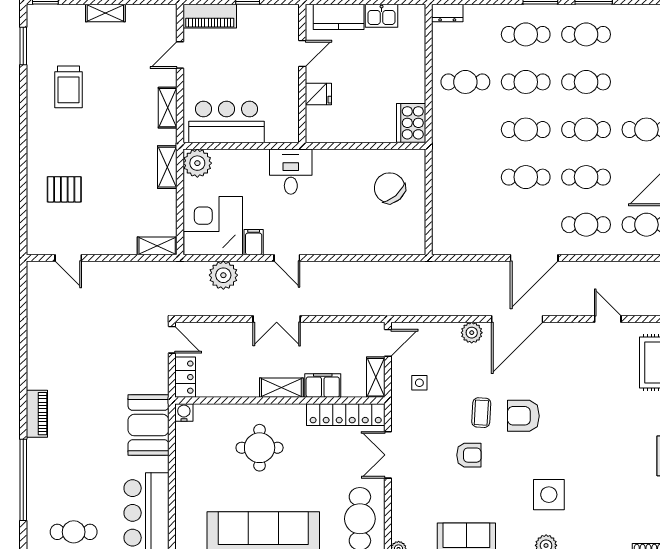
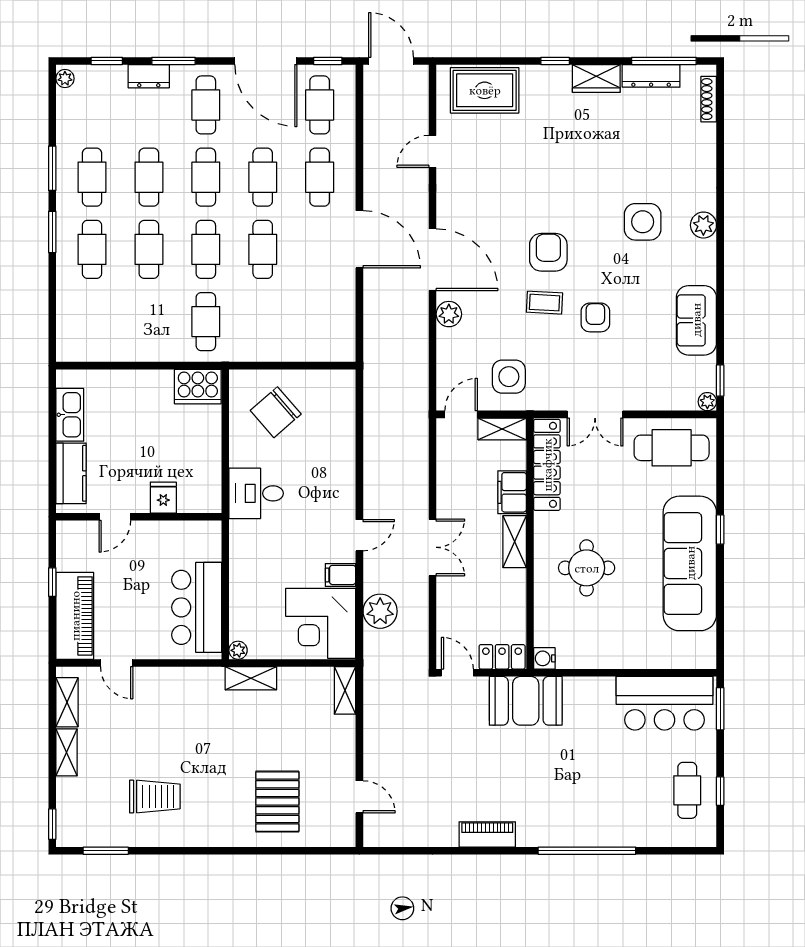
dresser: (447, 13) -> (66, 343), removed
piano: (210, 16) -> (75, 616), width x1.37, depth x1.33
kitchen sink: (382, 16) -> (70, 415), width x1.38
door: (302, 53) -> (115, 517), swing flipped
cafe table: (465, 82) -> (206, 322), moved
shelving: (168, 108) -> (67, 702), moved, turned 90
plant: (197, 163) -> (238, 650), width x0.53, depth x0.53
desk: (291, 172) -> (256, 493), moved
pallet: (64, 189) -> (277, 802), width x1.50, depth x1.42
door: (68, 258) -> (359, 797), hinge flipped
door: (172, 340) -> (457, 673), hinge flipped
door: (388, 343) -> (461, 414), hinge flipped
side table: (419, 383) -> (509, 377), width x1.87, depth x1.87
piano: (37, 414) -> (487, 834), moved
armchair: (523, 416) -> (548, 252), turned 180
booth: (148, 425) -> (526, 701), moved
window: (23, 480) -> (587, 851), moved

